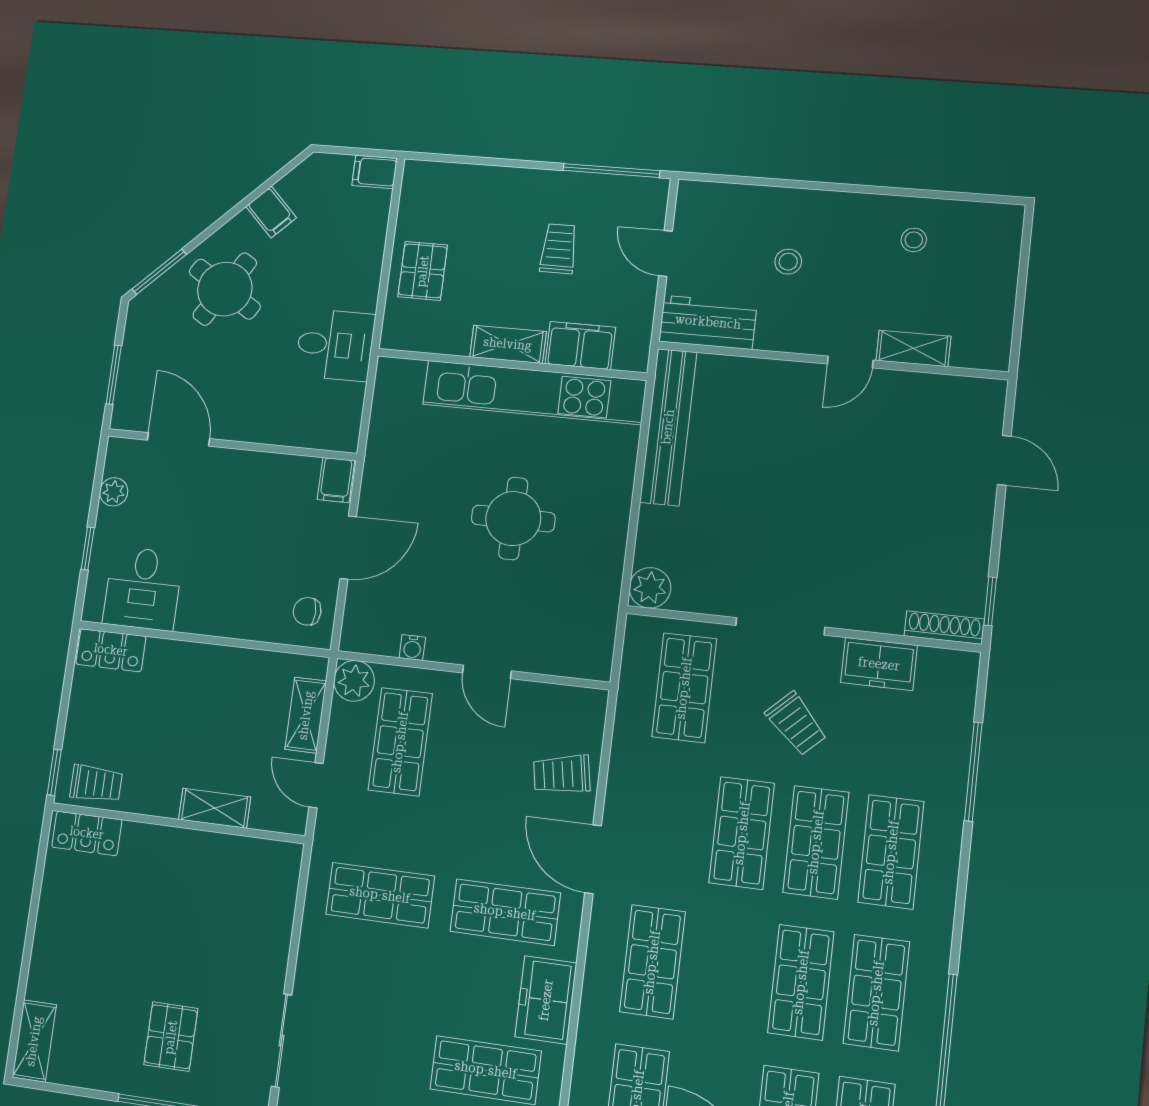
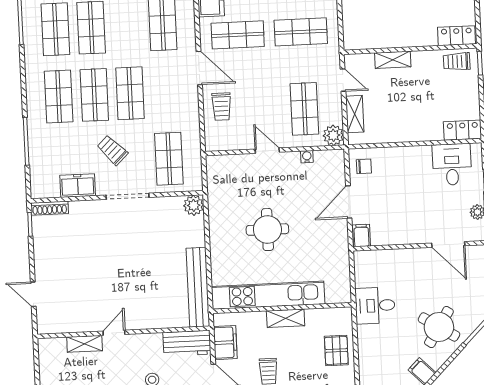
filing cabinet: (580, 345) -> (225, 343), moved, turned -90
trolley: (562, 774) -> (221, 107), turned 100

